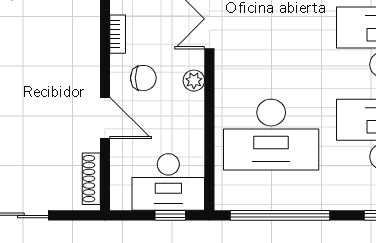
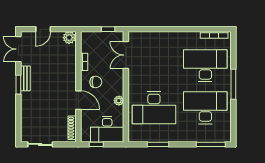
plant: (194, 81) -> (119, 101), moved
window: (170, 215) -> (96, 144), moved
window: (280, 215) -> (158, 144), width x0.47

